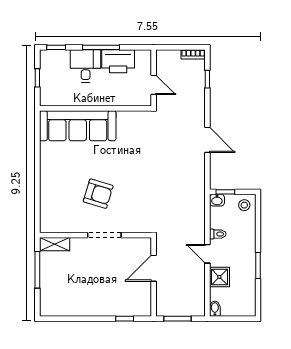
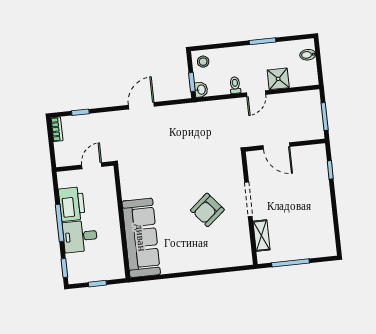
armchair: (98, 194) -> (207, 210), turned -147
shelving: (55, 244) -> (261, 236), moved
bidet: (215, 309) -> (308, 55), moved

